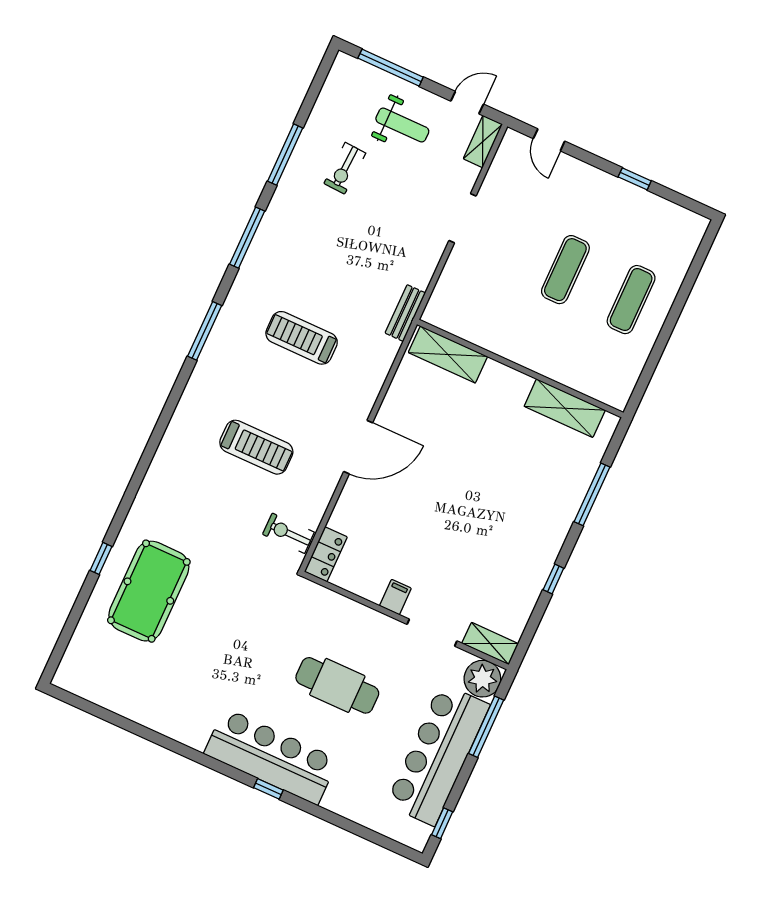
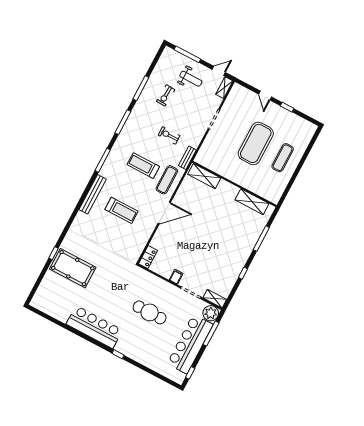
door: (549, 140) -> (265, 95), moved
exercise mat: (565, 270) -> (256, 143), width x2.00, depth x1.45
exercise mat: (360, 368) -> (167, 180), added
bench: (186, 413) -> (93, 194), added
exercise bike: (288, 533) -> (169, 135), moved
pool table: (149, 591) -> (73, 268), turned 90
bar counter: (271, 757) -> (94, 327), moved

